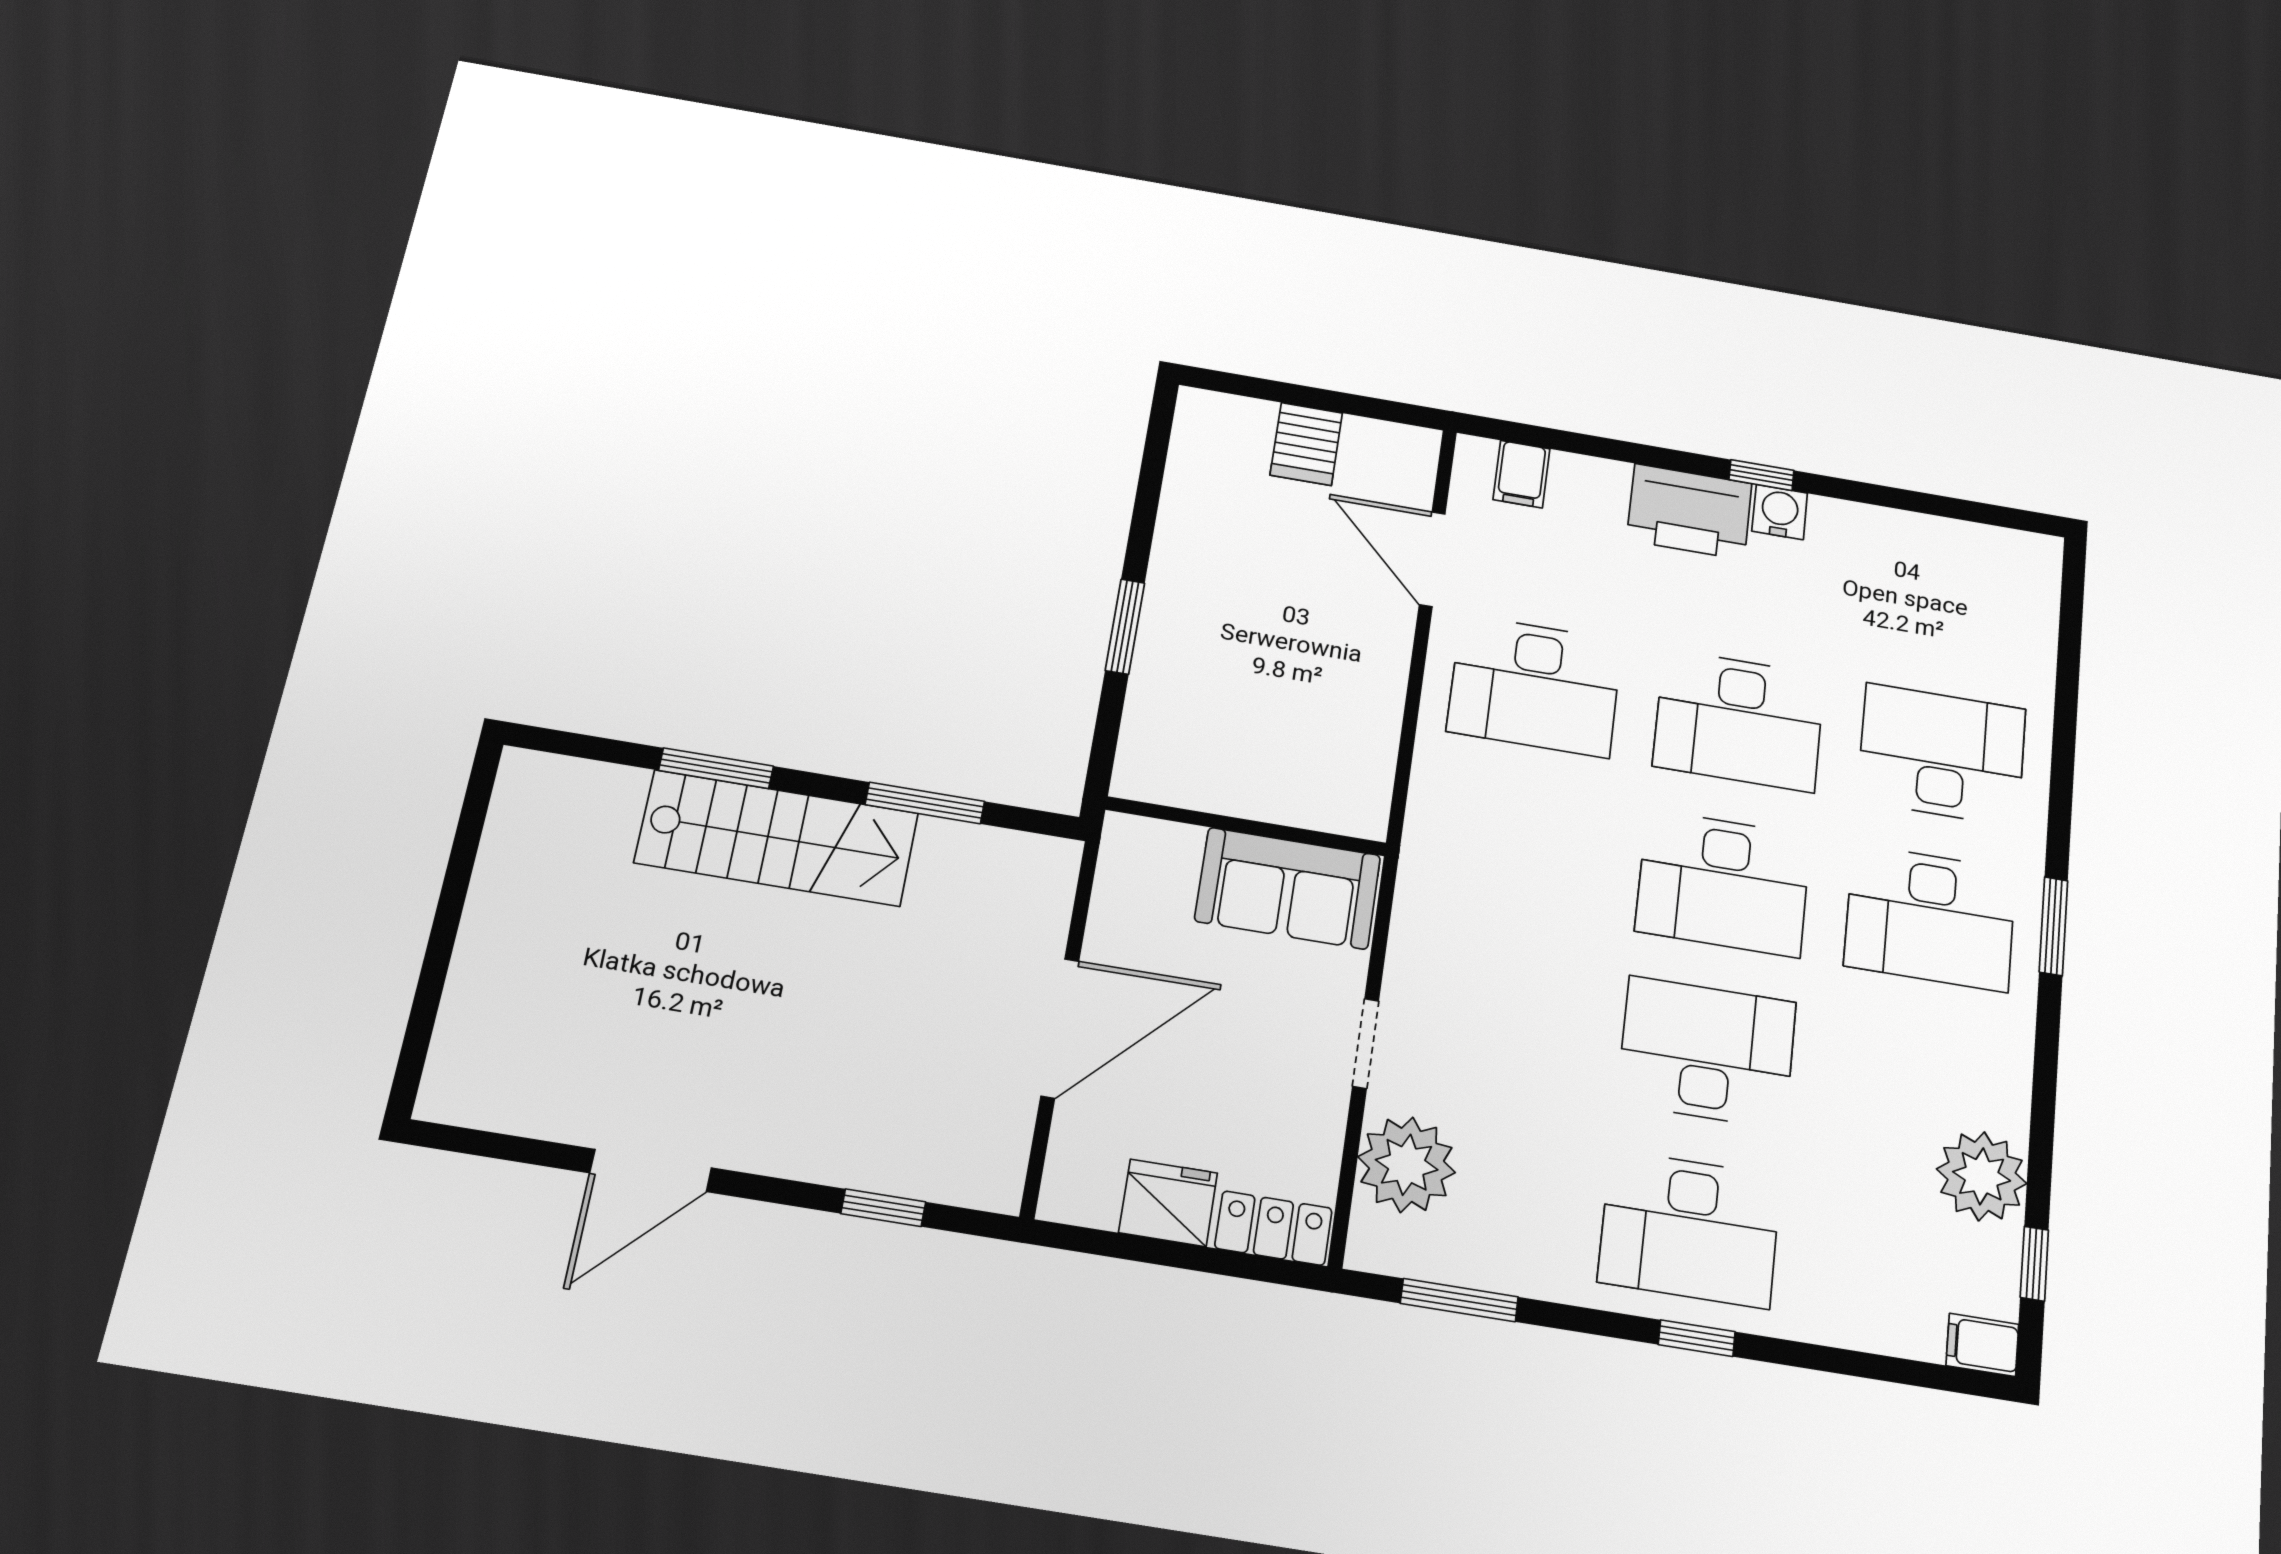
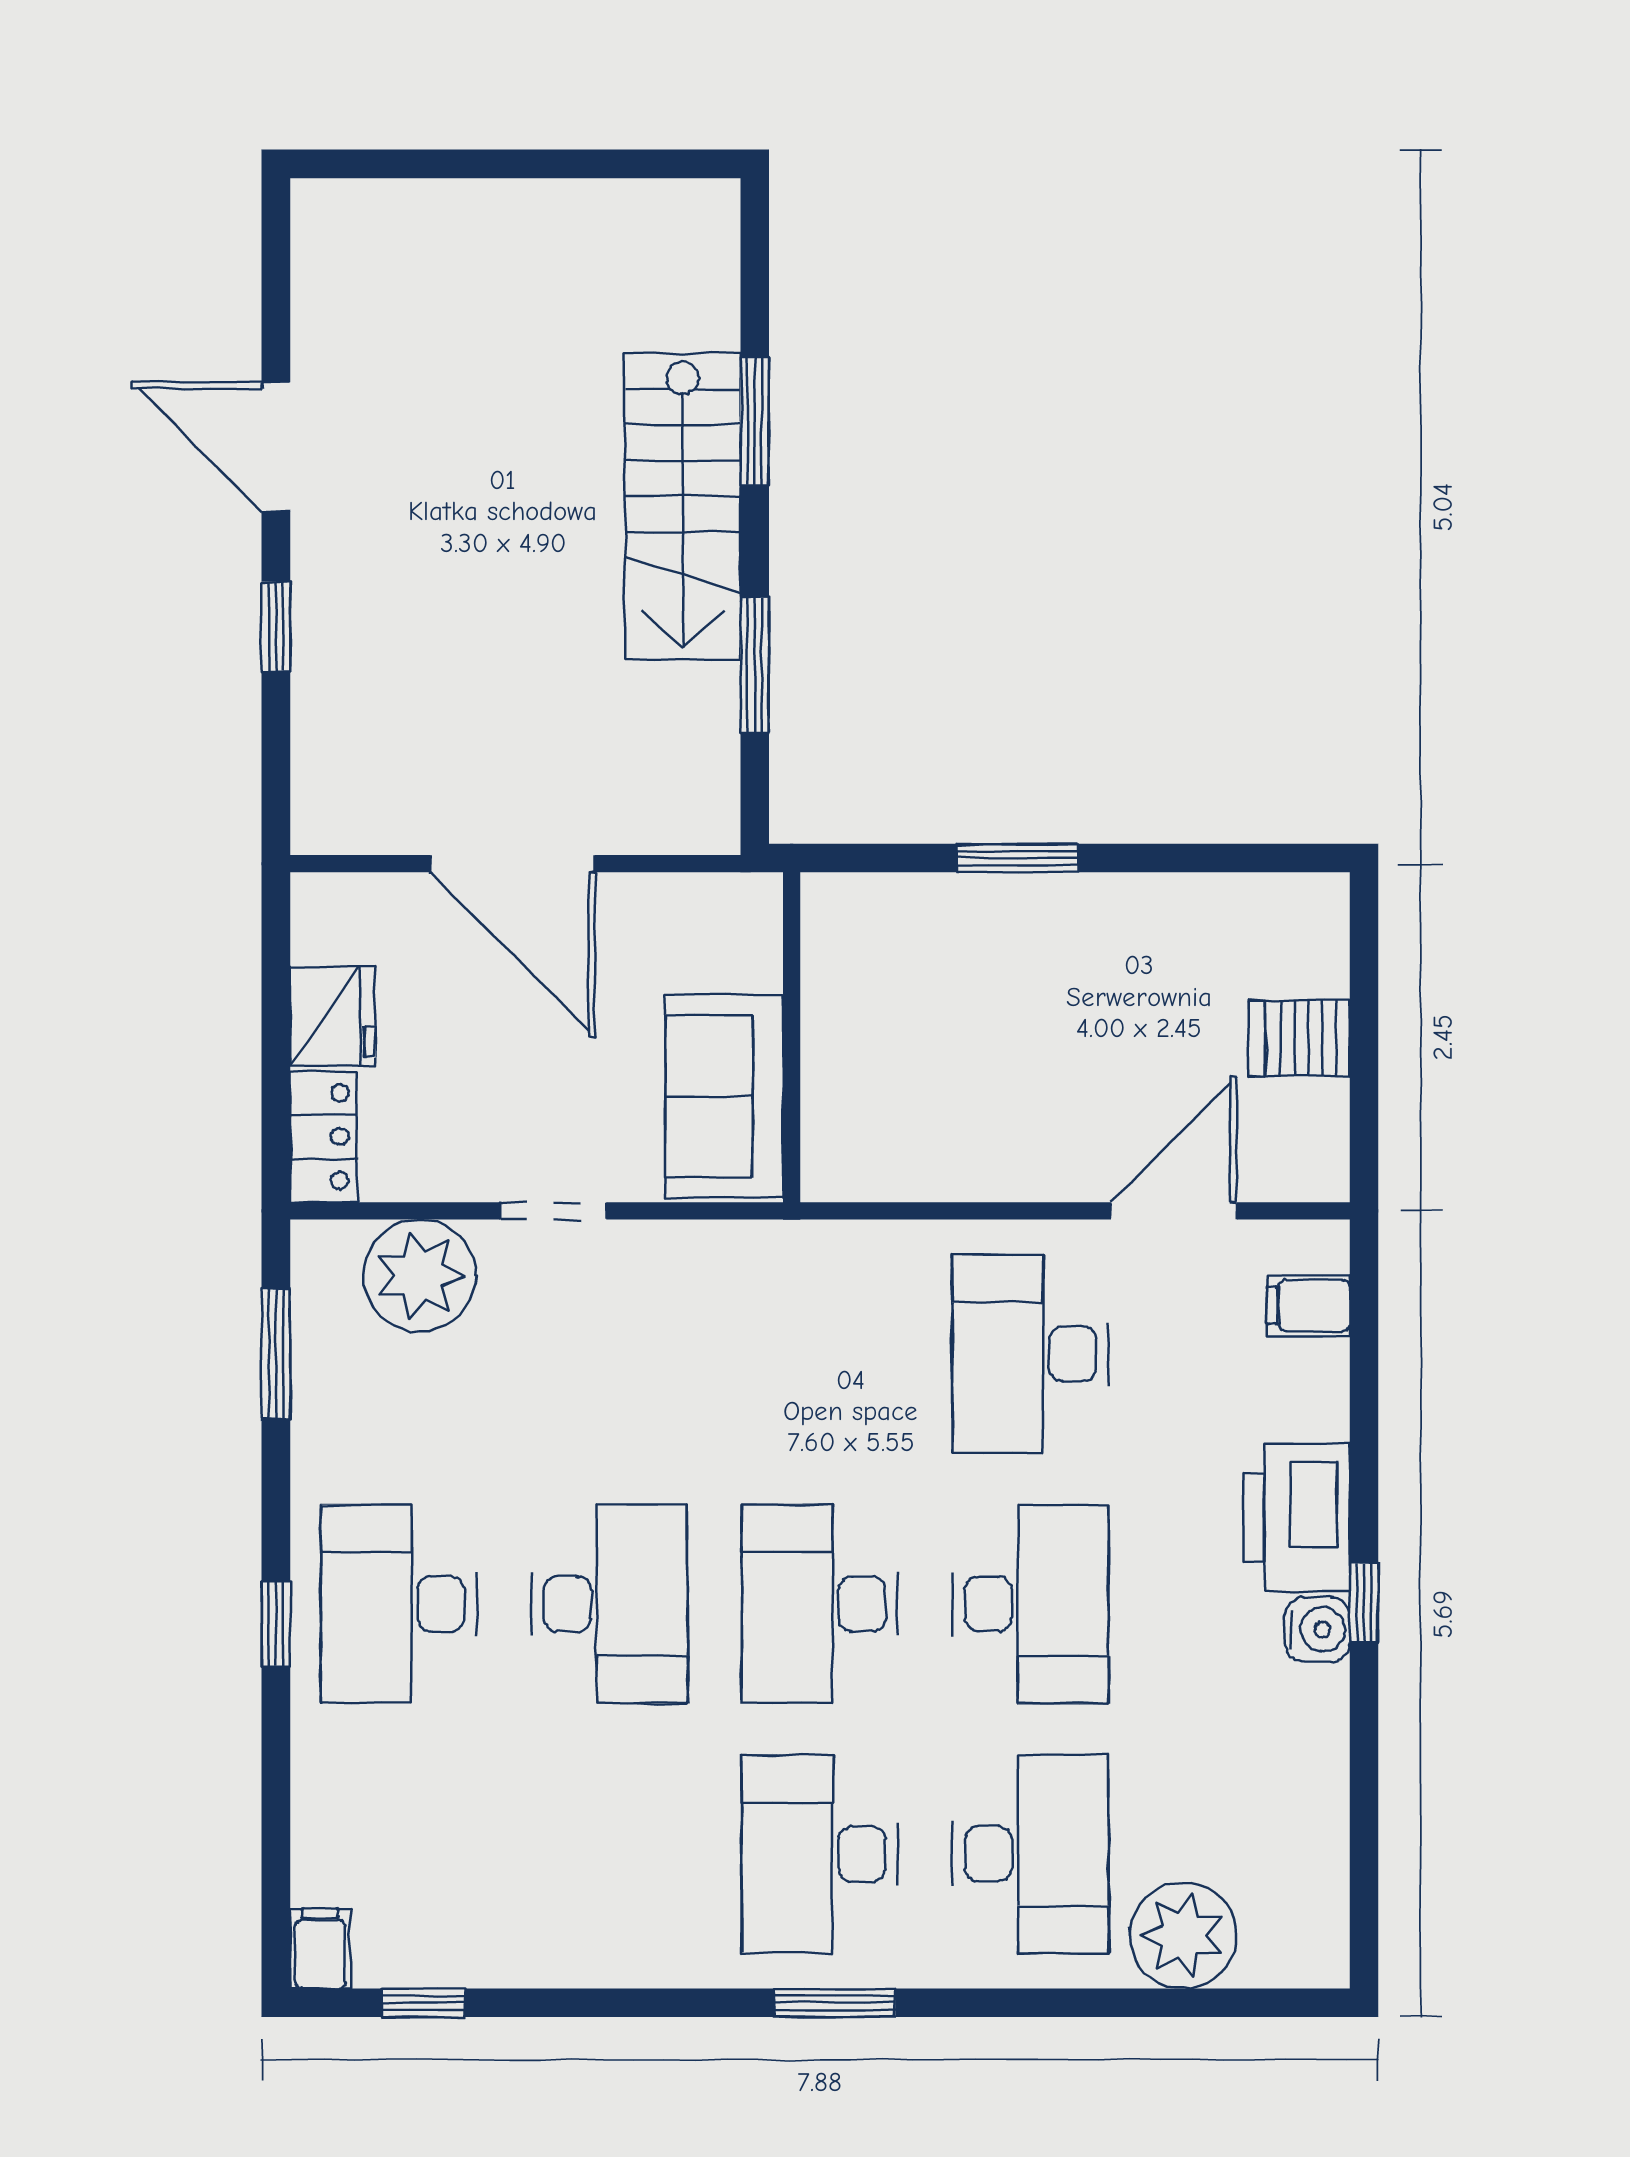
desk: (1739, 720) -> (1030, 1604), turned 180
plant: (1982, 1176) -> (1183, 1935), moved
window: (883, 1208) -> (276, 627), moved

